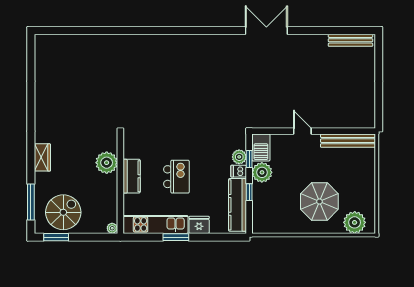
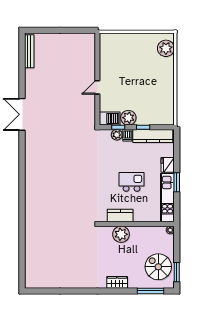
bench: (348, 141) -> (105, 53), removed
kitchen counter: (132, 176) -> (120, 216), moved
parasol: (319, 201) -> (150, 75), removed

